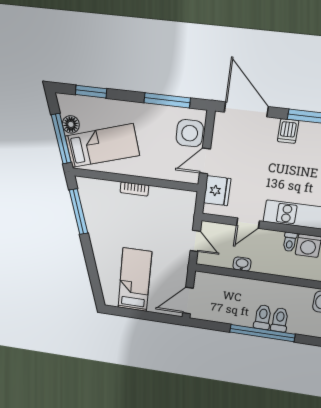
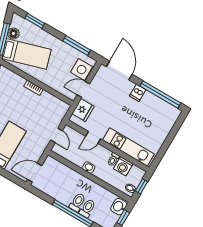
washbasin: (242, 264) -> (89, 168), moved

